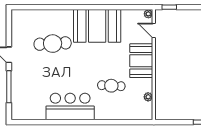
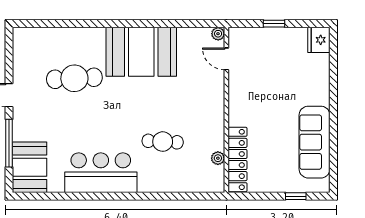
window: (169, 7) -> (274, 24), moved
booth: (141, 61) -> (30, 167), moved
locker: (161, 98) -> (237, 160), added

